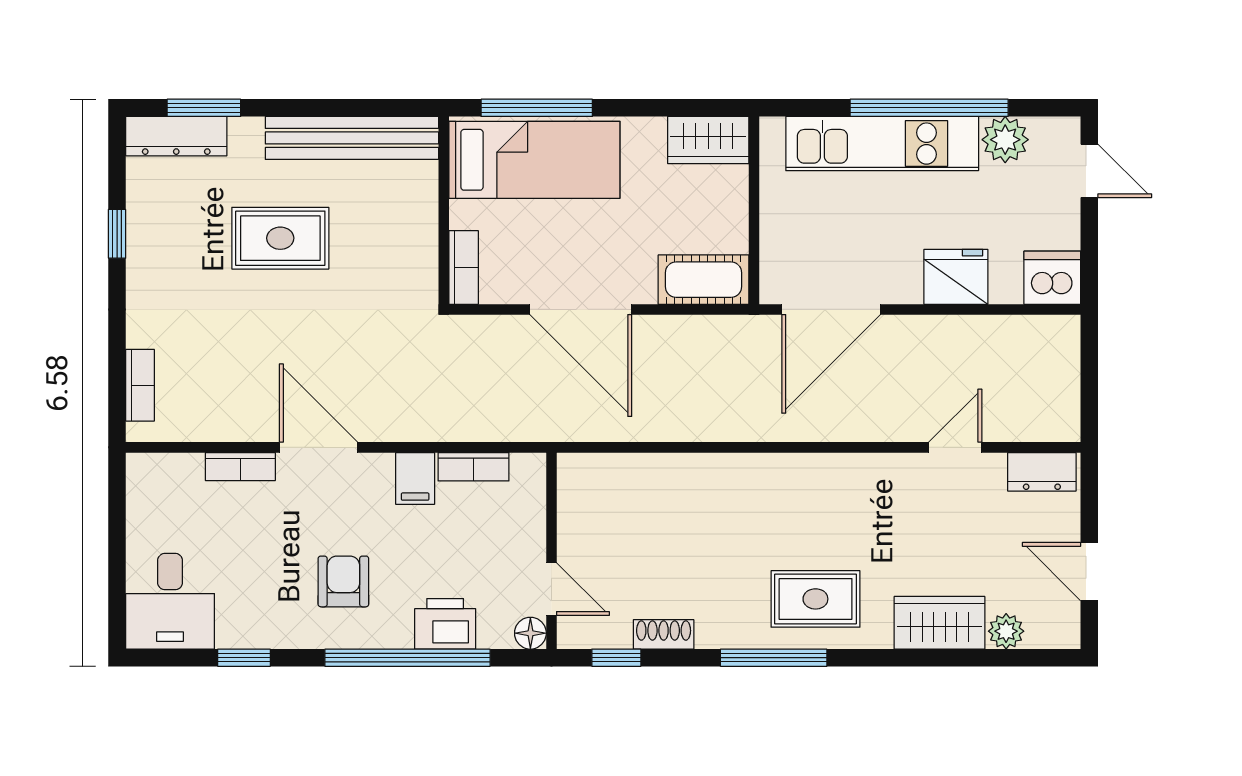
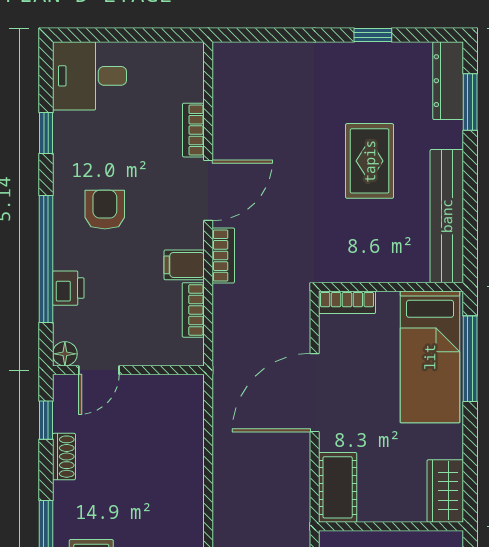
bookcase: (140, 385) -> (223, 255), moved, turned -90
armchair: (343, 581) -> (105, 210), turned -90
printer: (445, 624) -> (68, 288), width x0.73, depth x0.81

